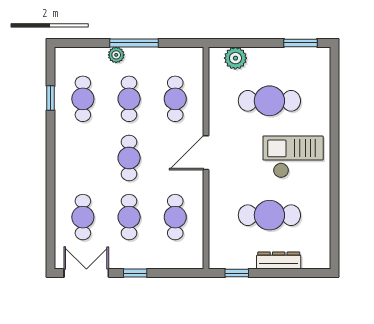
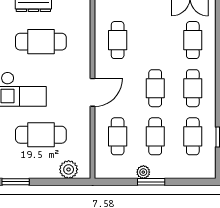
window: (134, 43) -> (151, 182), width x0.69
plant: (116, 55) -> (143, 172), moved
cafe table: (129, 217) -> (193, 88), moved

